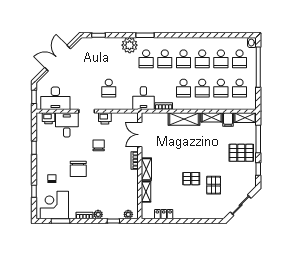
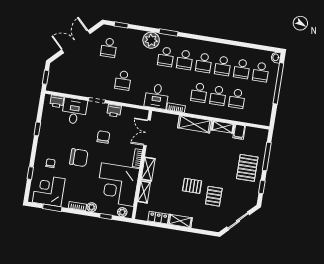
school desk: (240, 88) -> (109, 48), moved
desk: (55, 98) -> (67, 82), removed
shelving: (245, 118) -> (180, 221), moved
pallet: (241, 153) -> (247, 168), turned 90
chair: (78, 169) -> (79, 158), turned -90
corner desk: (120, 189) -> (118, 185), added

